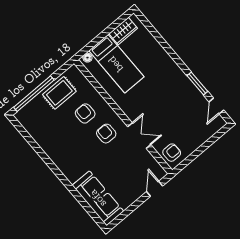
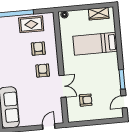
bed: (116, 64) -> (95, 44), moved, turned 90
armchair: (172, 153) -> (86, 100), moved

